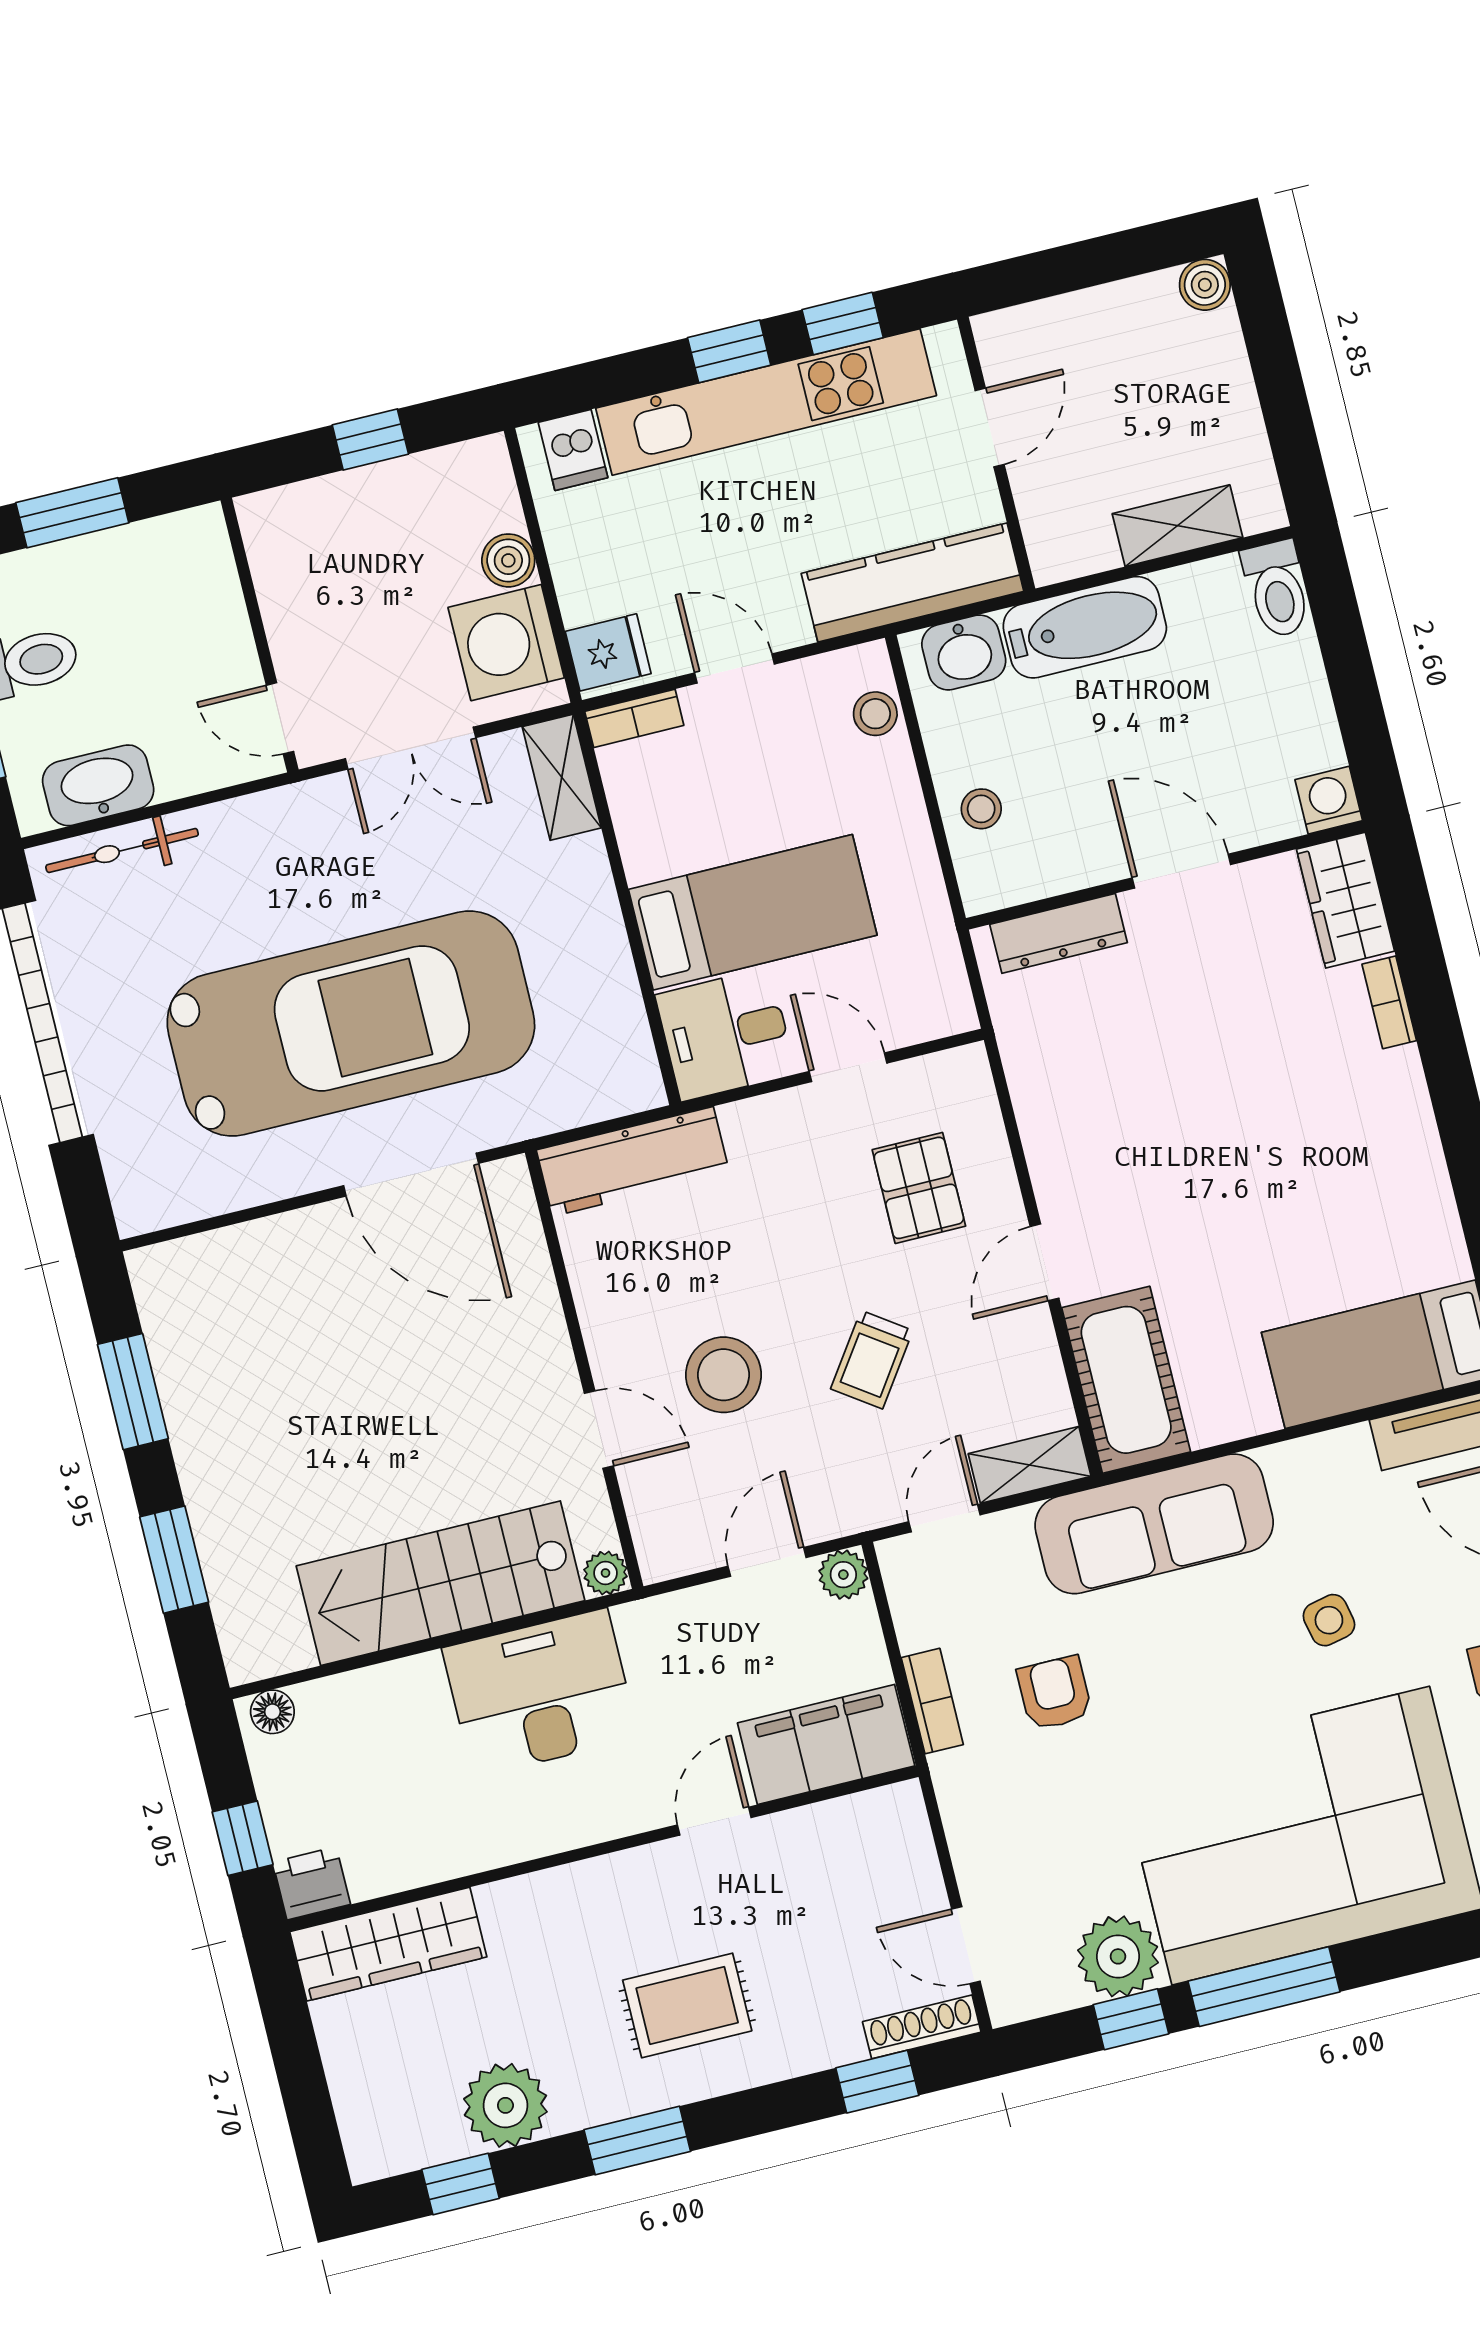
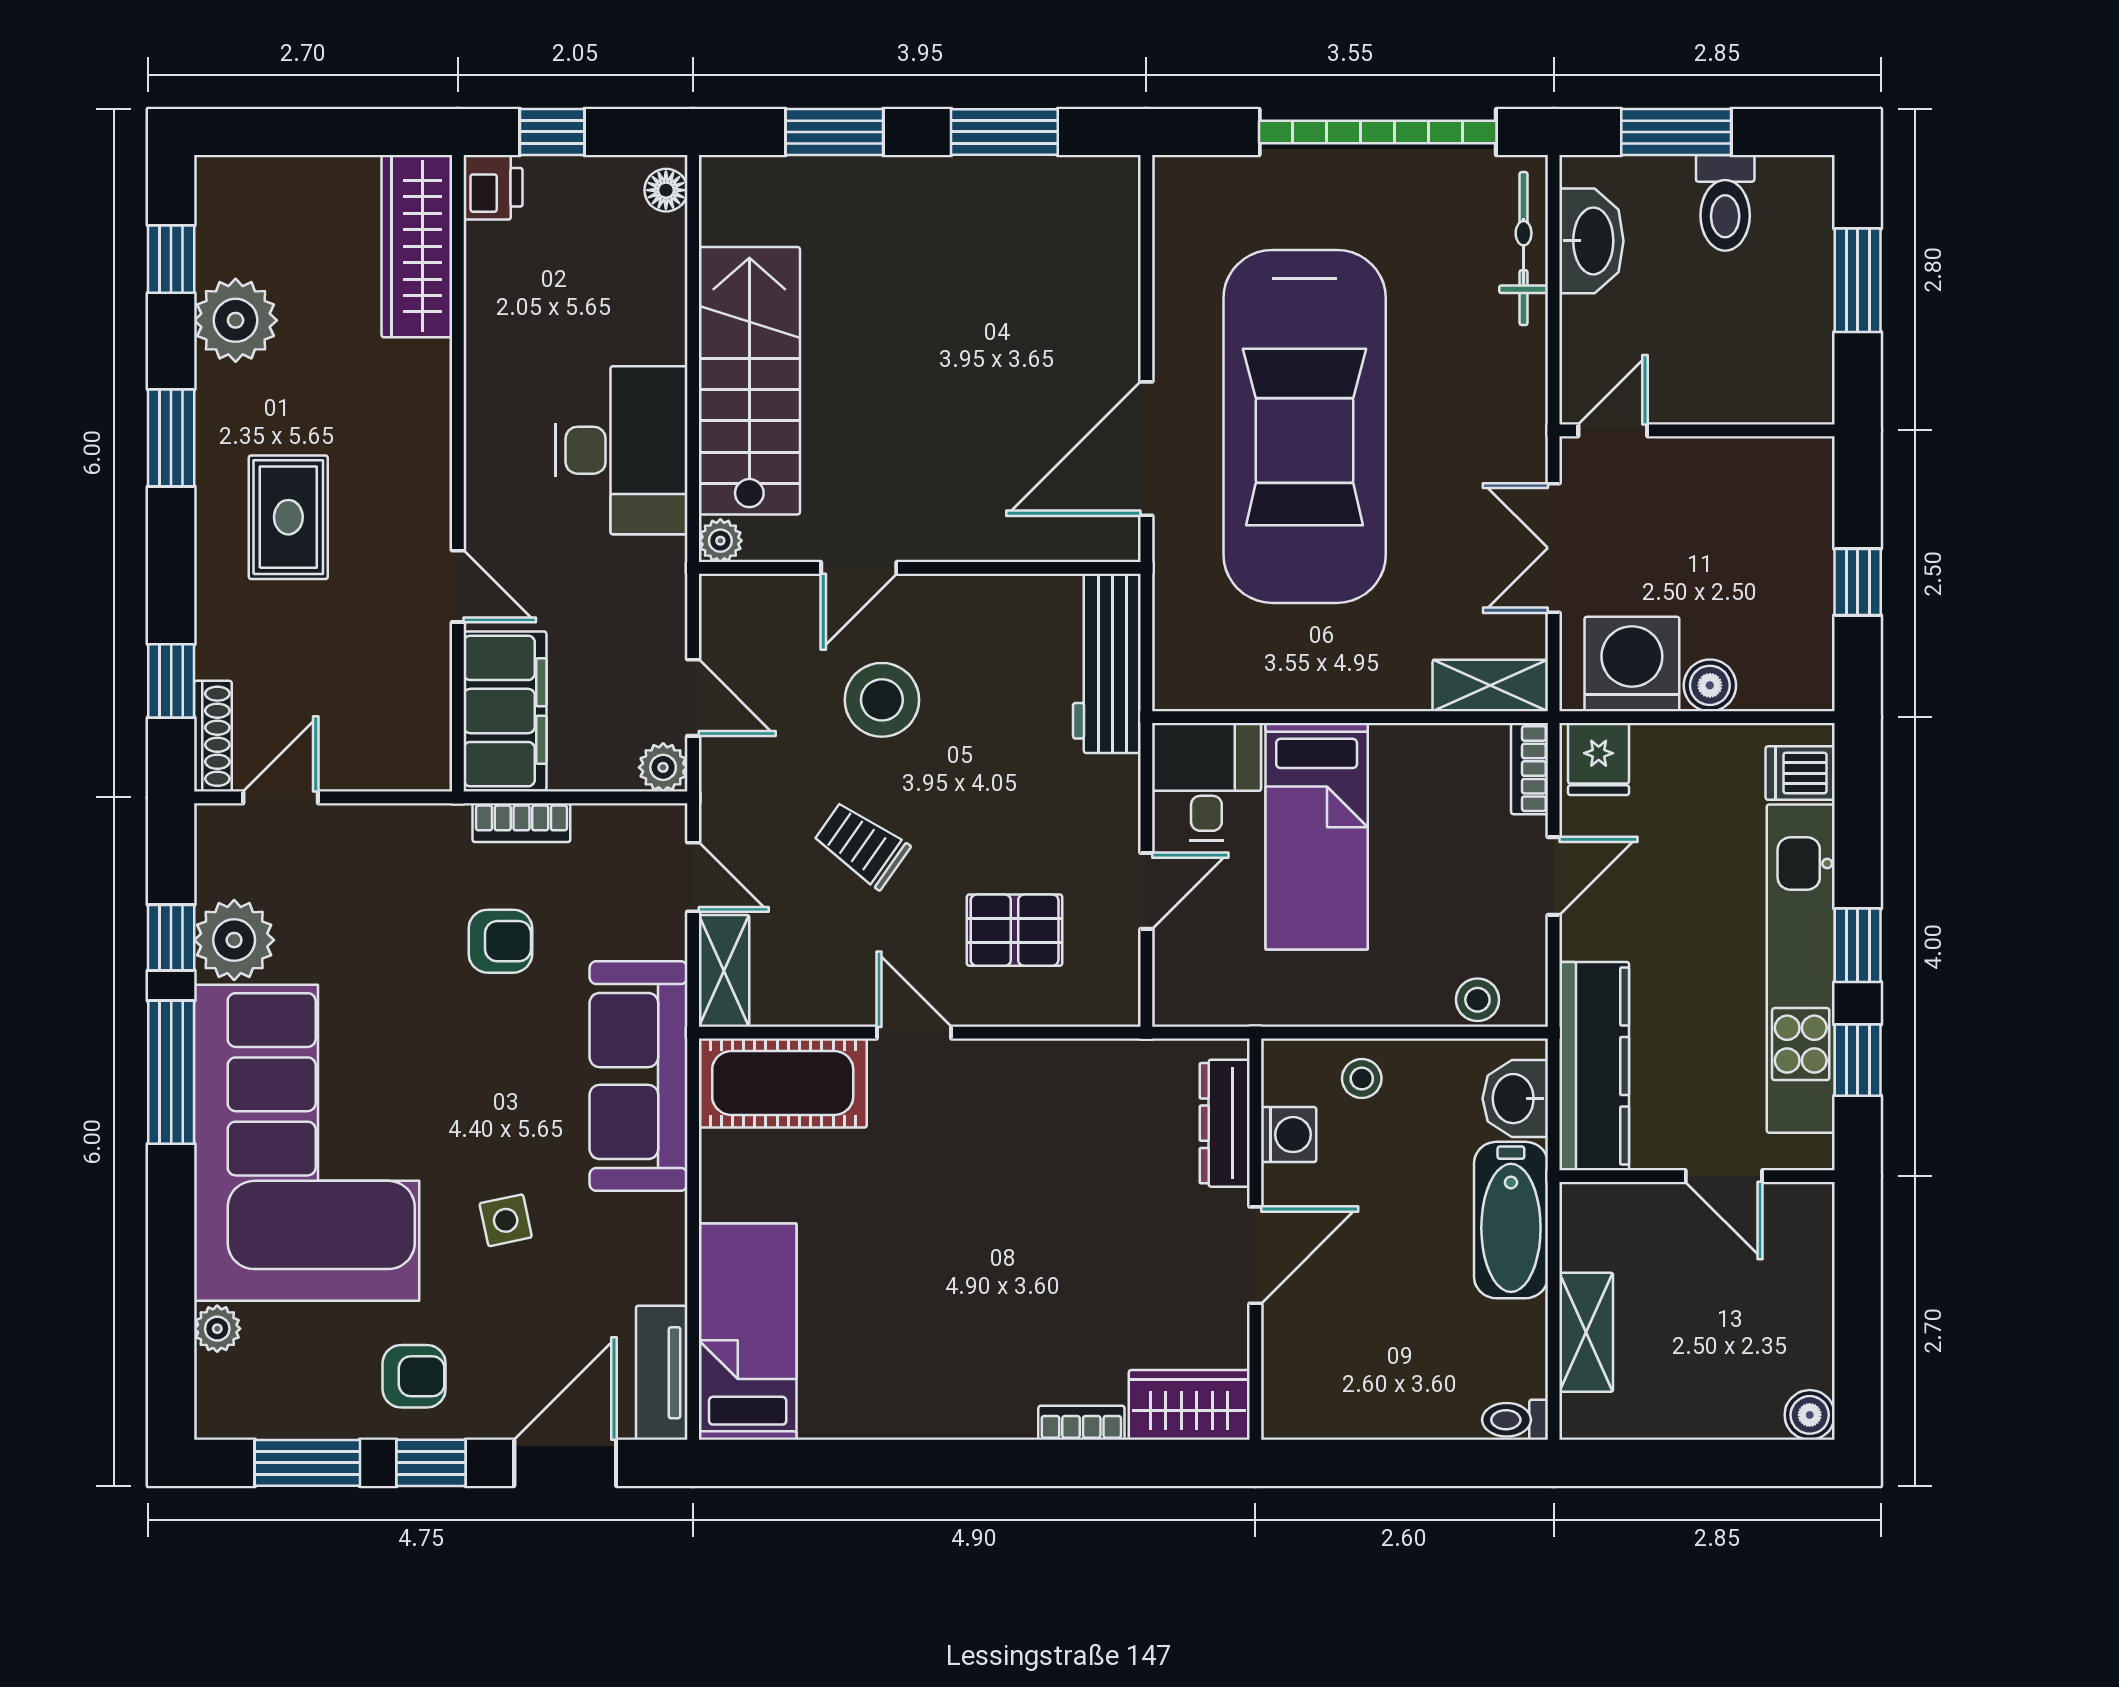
toilet: (1277, 589) -> (1515, 1420), width x0.73, depth x0.72
washing machine: (1329, 800) -> (1289, 1135), moved

